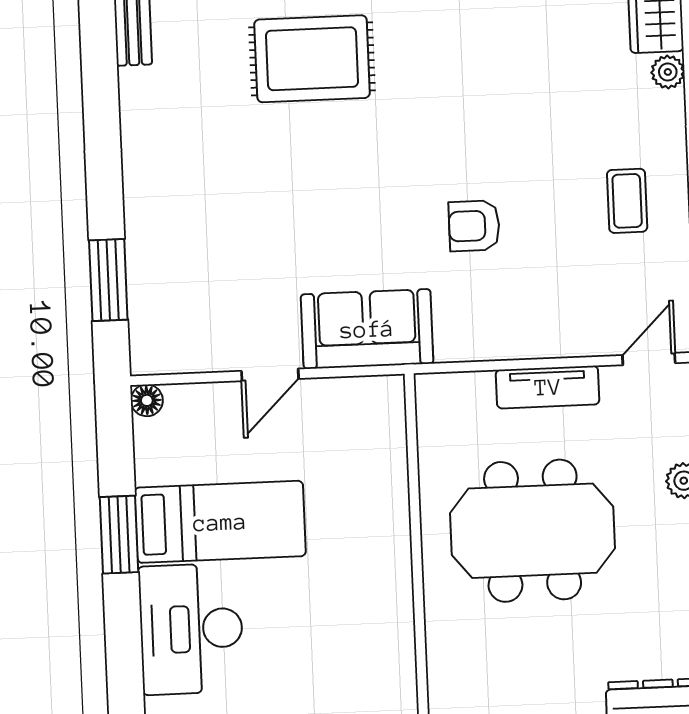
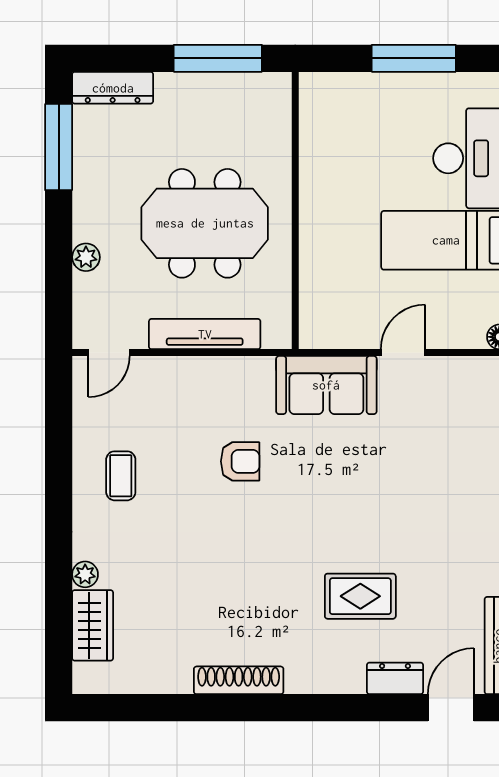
rug: (312, 59) -> (360, 596), width x0.73, depth x0.70
tv unit: (548, 387) -> (205, 334), width x1.41

